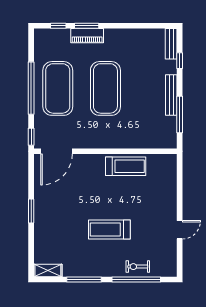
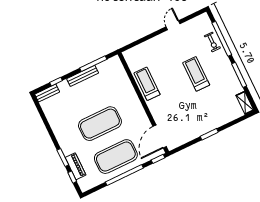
piano: (87, 36) -> (76, 166), moved
door: (57, 151) -> (160, 137), swing flipped
treadmill: (109, 230) -> (196, 74), turned 180
door: (180, 230) -> (173, 25), hinge flipped

